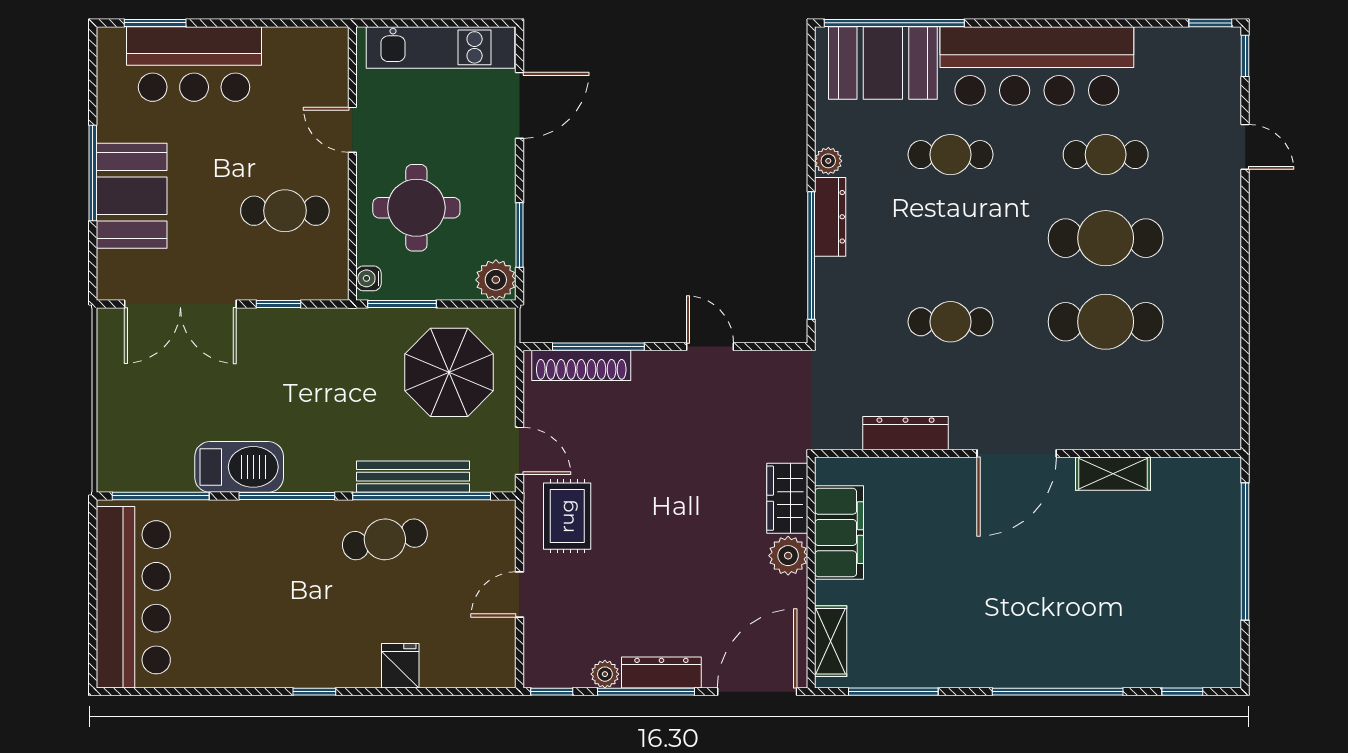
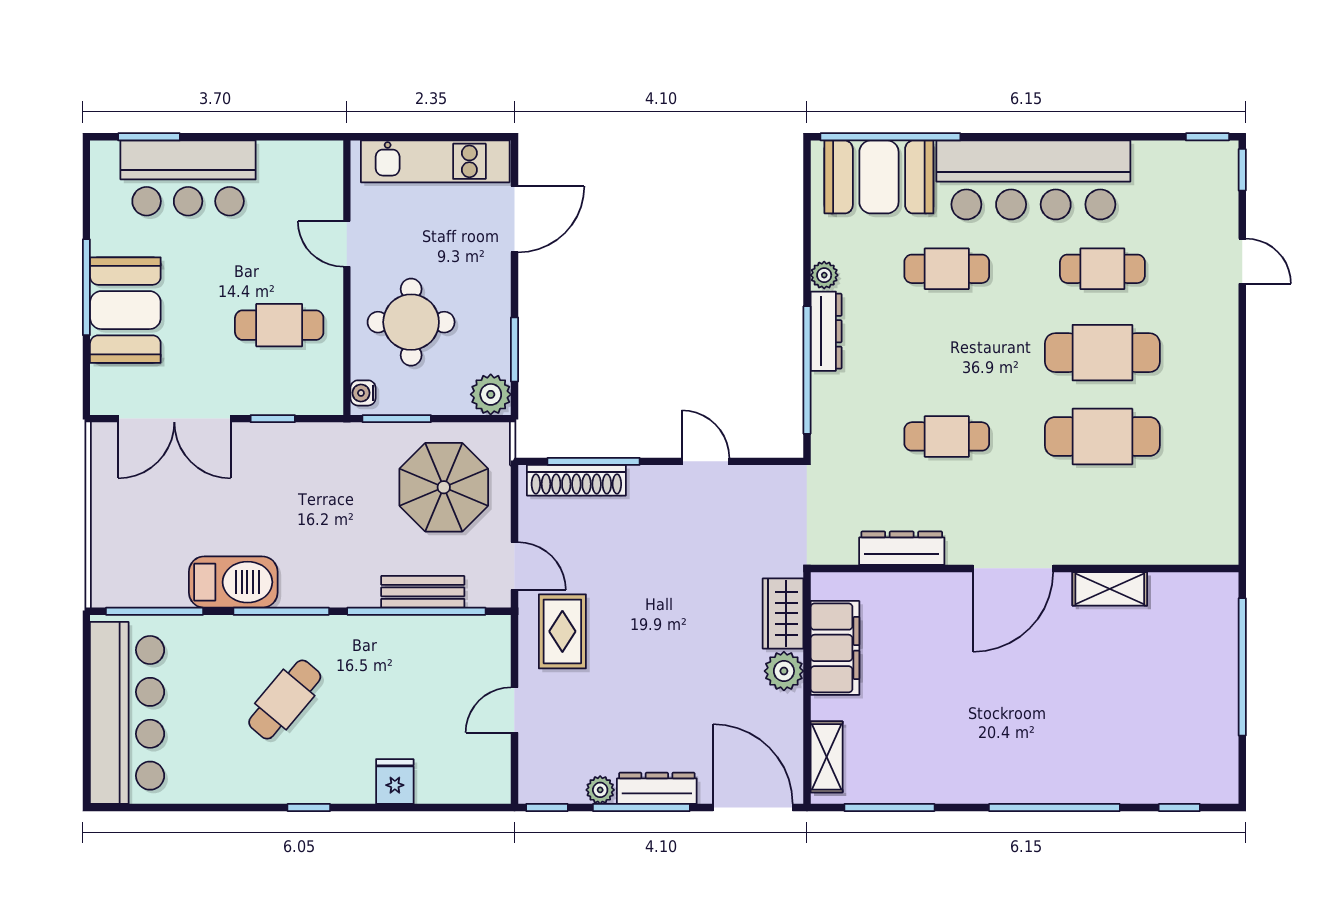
bench: (413, 477) -> (423, 592), width x0.73
cafe table: (385, 539) -> (285, 700), moved, turned -38
door: (757, 692) -> (753, 807), hinge flipped

